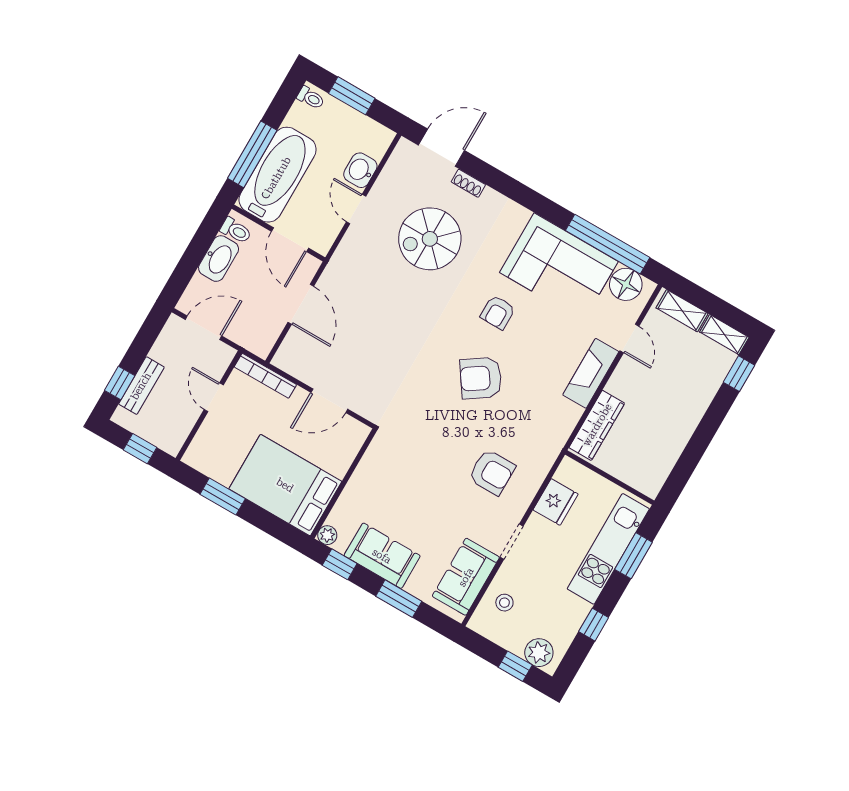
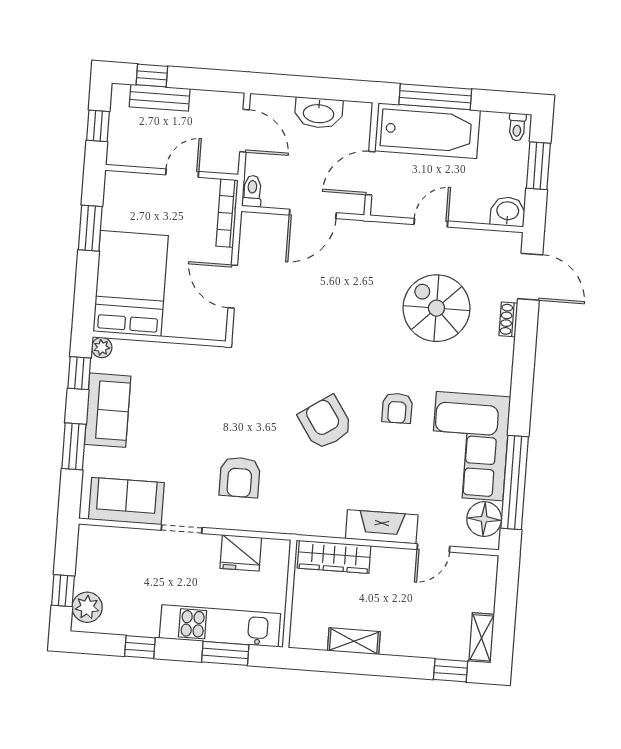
washbasin: (360, 170) -> (508, 212), moved
toilet: (236, 231) -> (252, 191), moved, turned 180
shelving: (682, 311) -> (354, 641), moved, turned 90
armchair: (498, 312) -> (397, 408), turned -90
stool: (504, 603) -> (119, 550), removed

